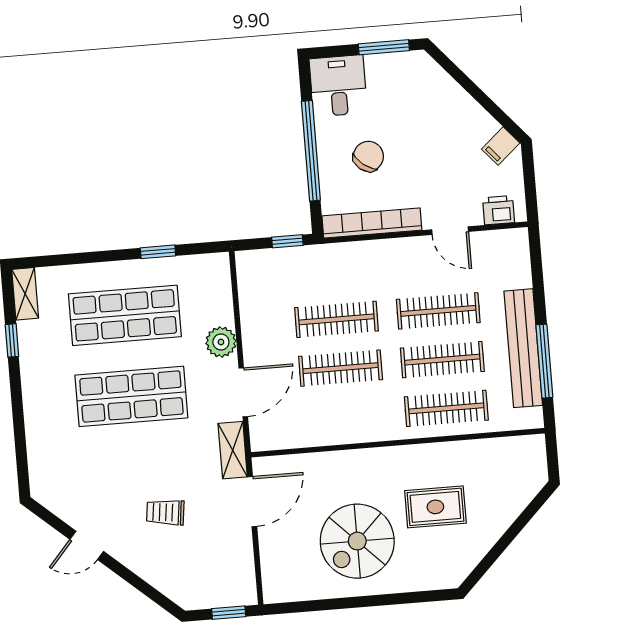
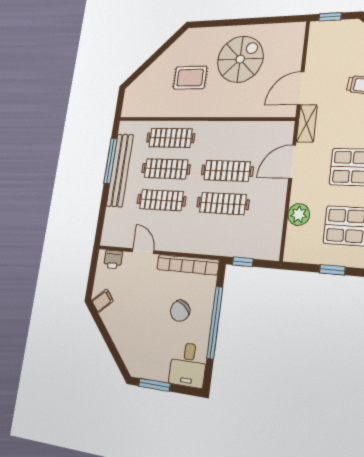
plant: (221, 342) -> (299, 215), moved

